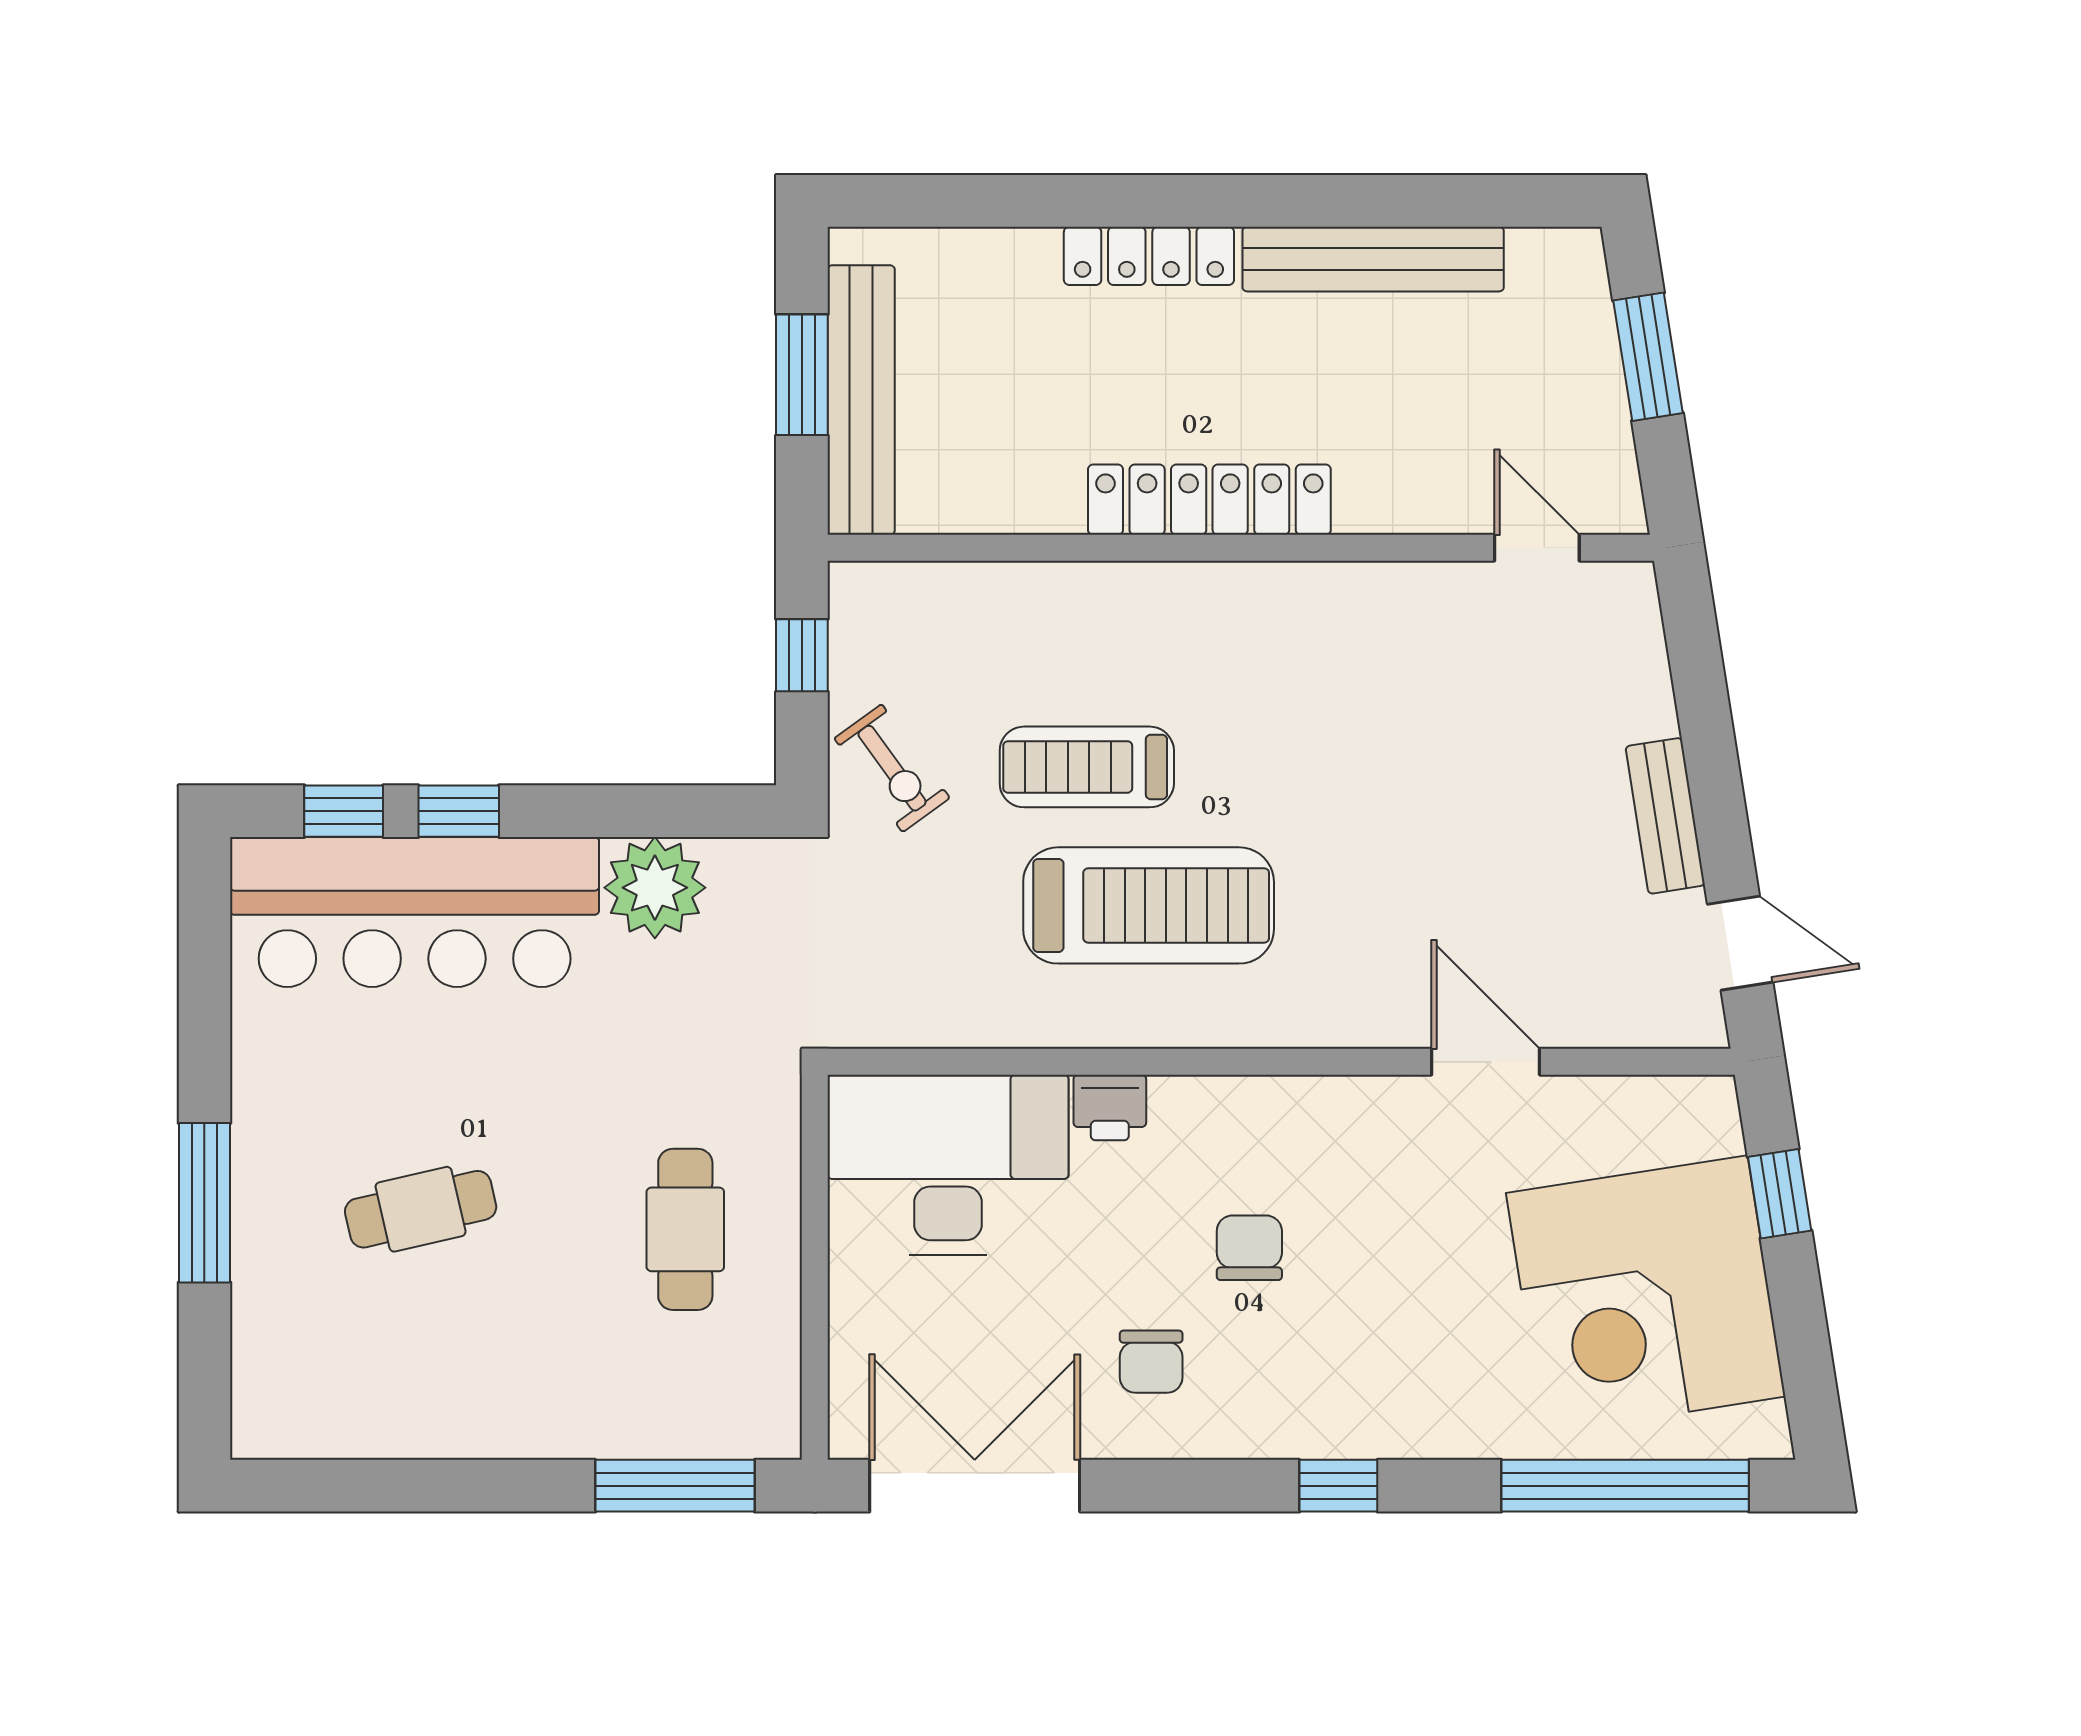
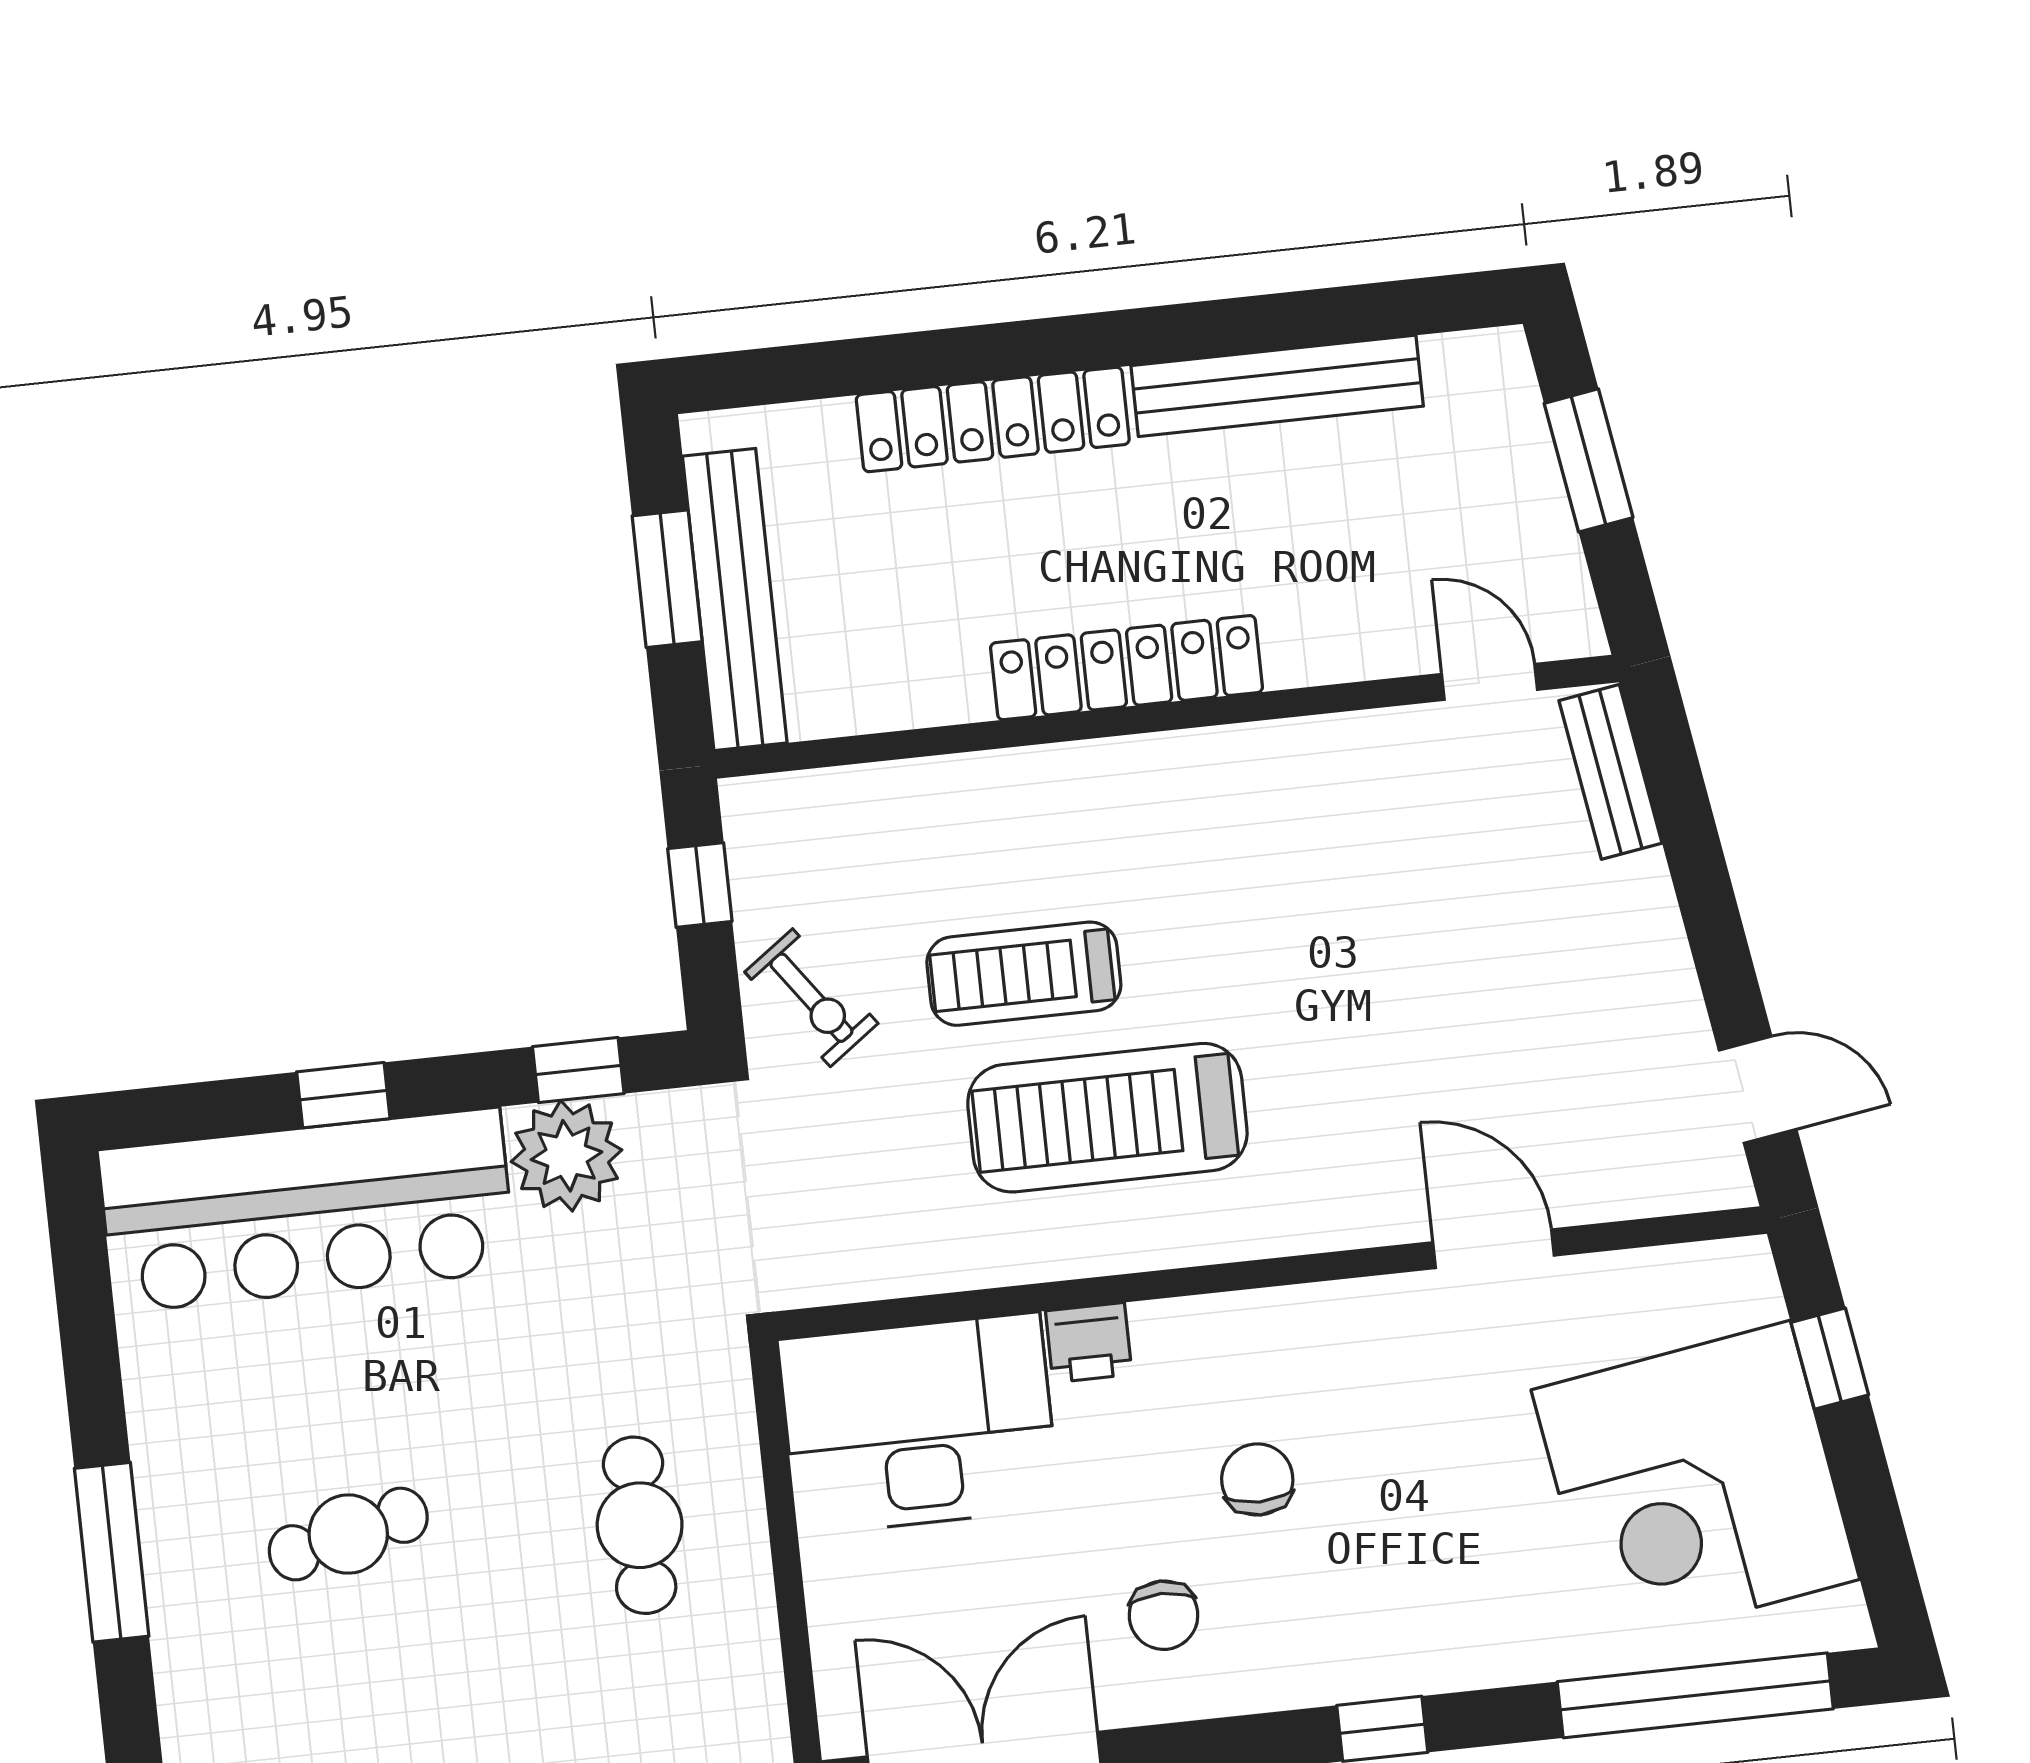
locker: (1149, 256) -> (993, 419), width x1.41, depth x1.21
window: (344, 811) -> (578, 1070), moved
bench: (1665, 816) -> (1610, 772), moved
treadmill: (1149, 905) -> (1107, 1118), turned 180

